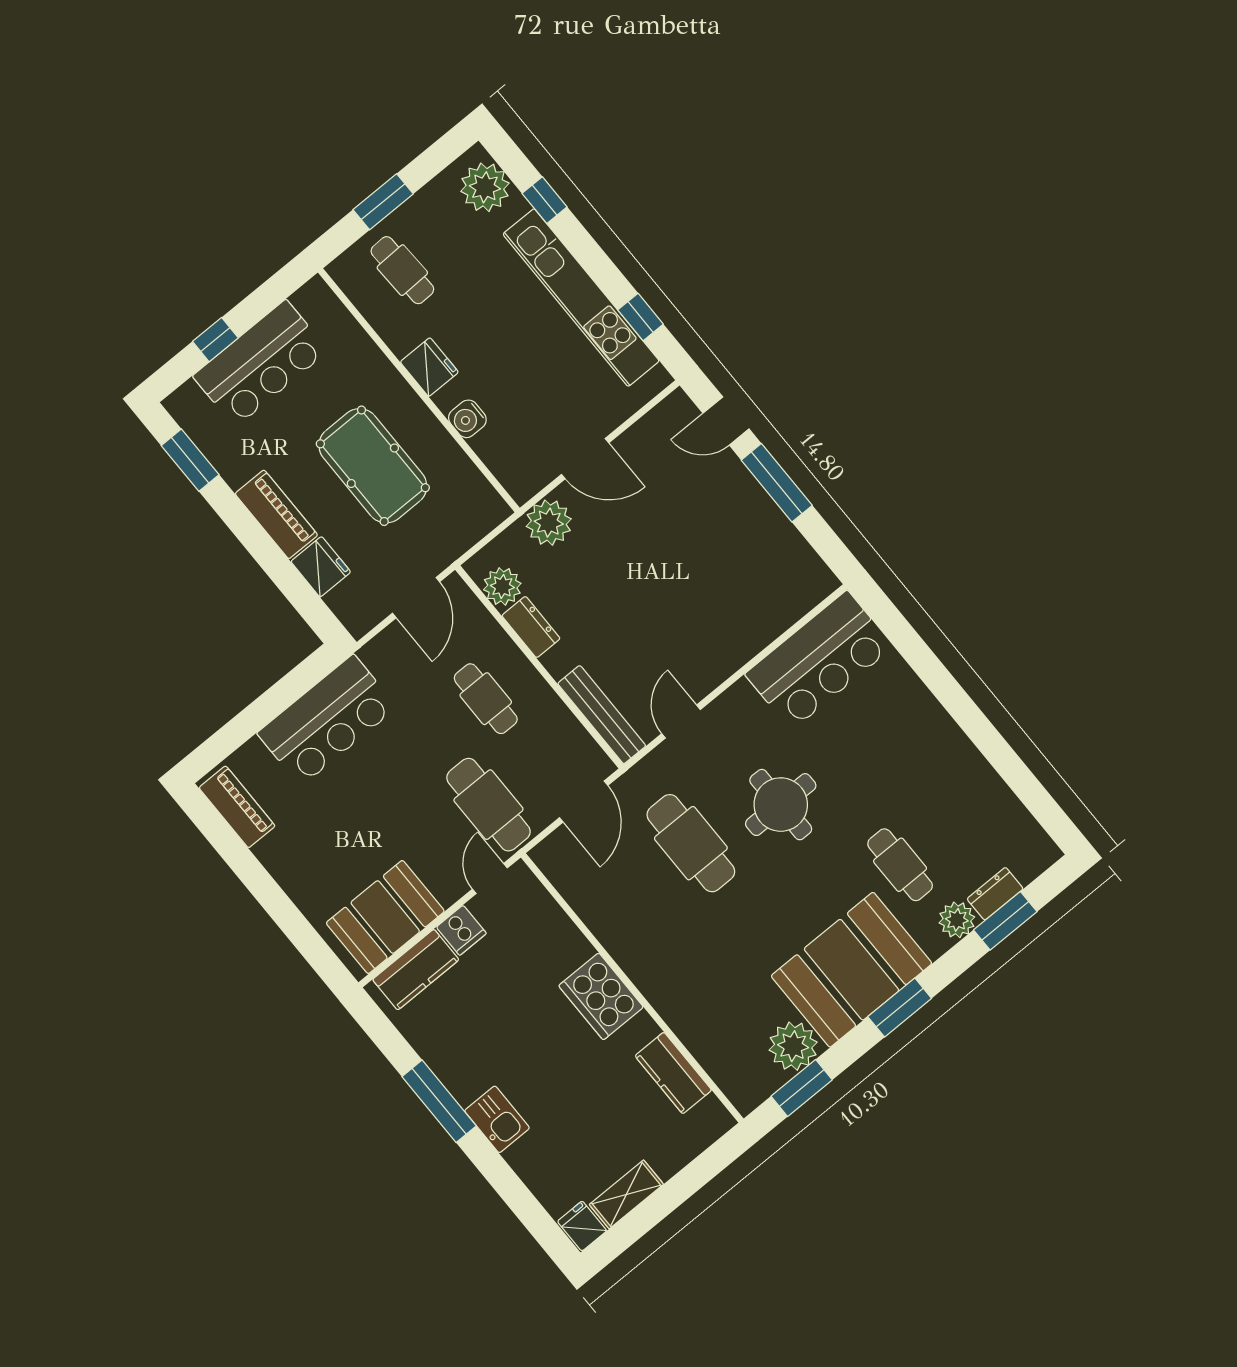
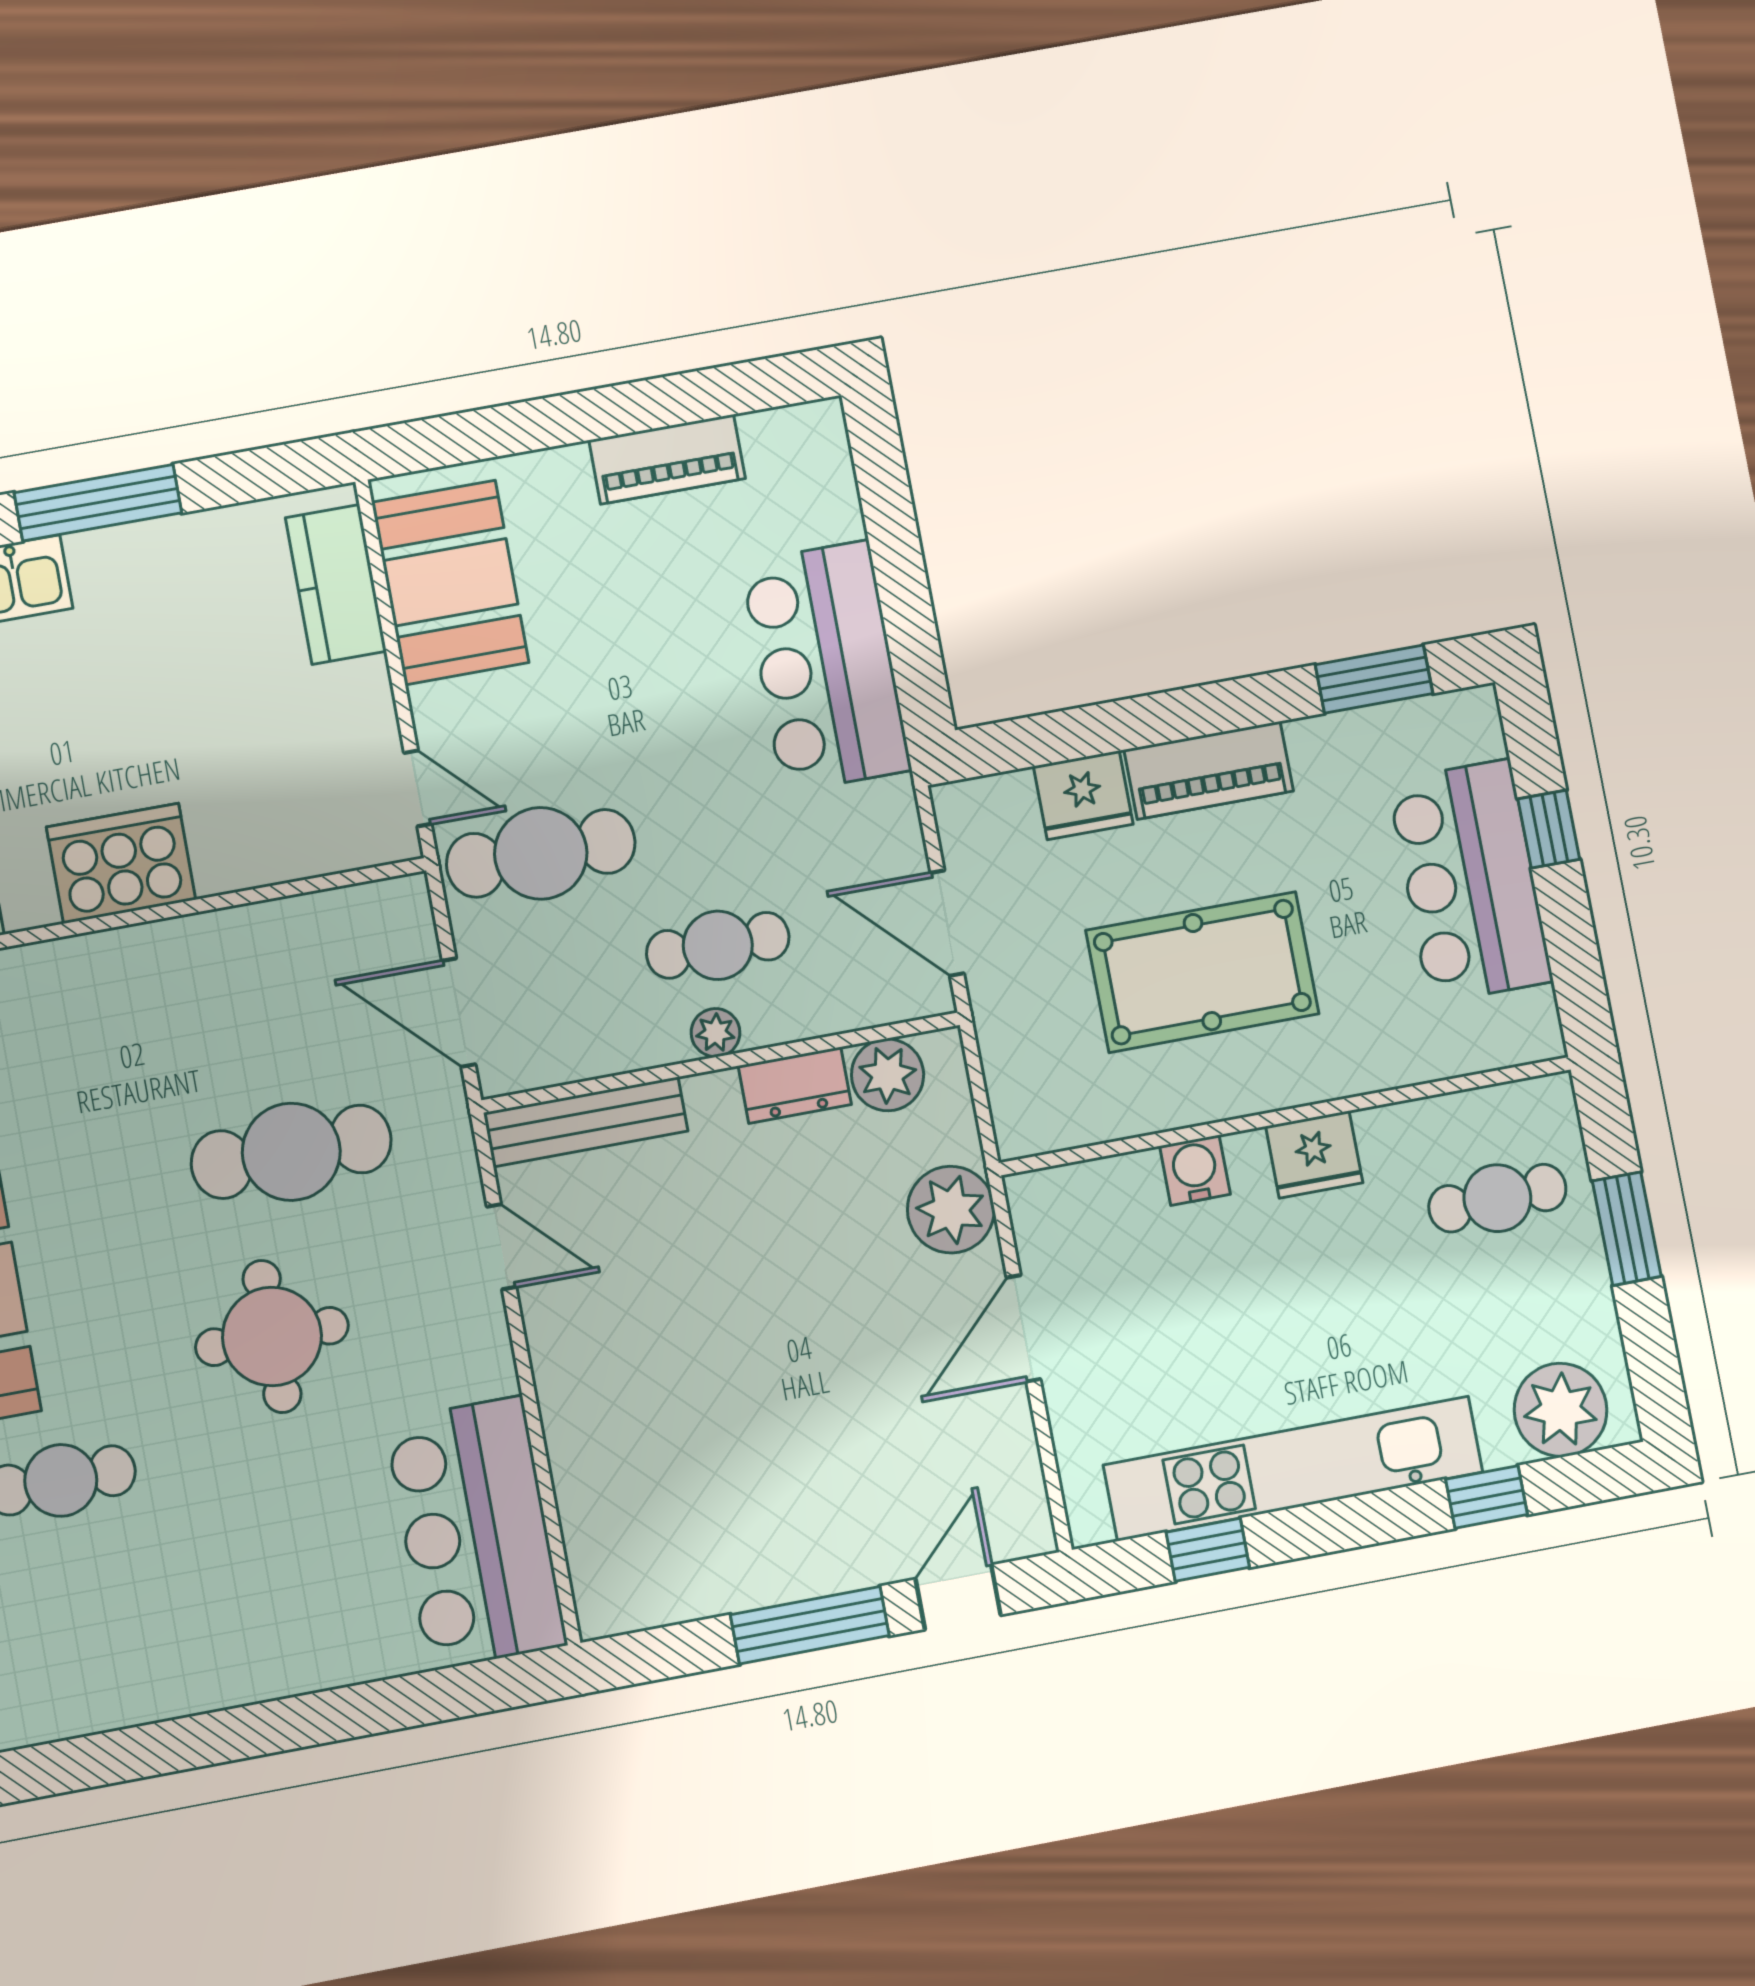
plant: (527, 677) -> (716, 1033), added
piano: (237, 807) -> (667, 459), moved
cooker: (461, 930) -> (359, 695), removed

